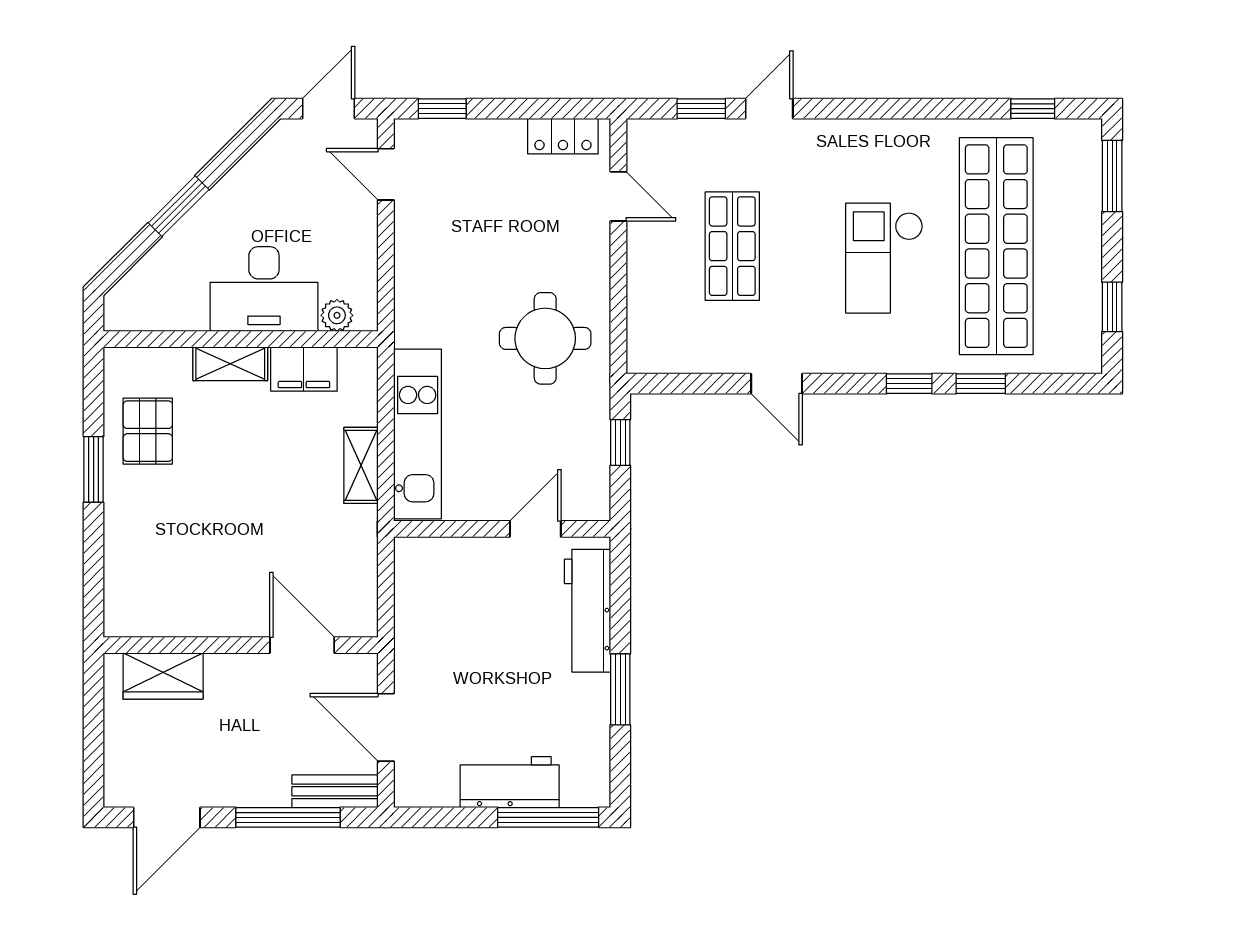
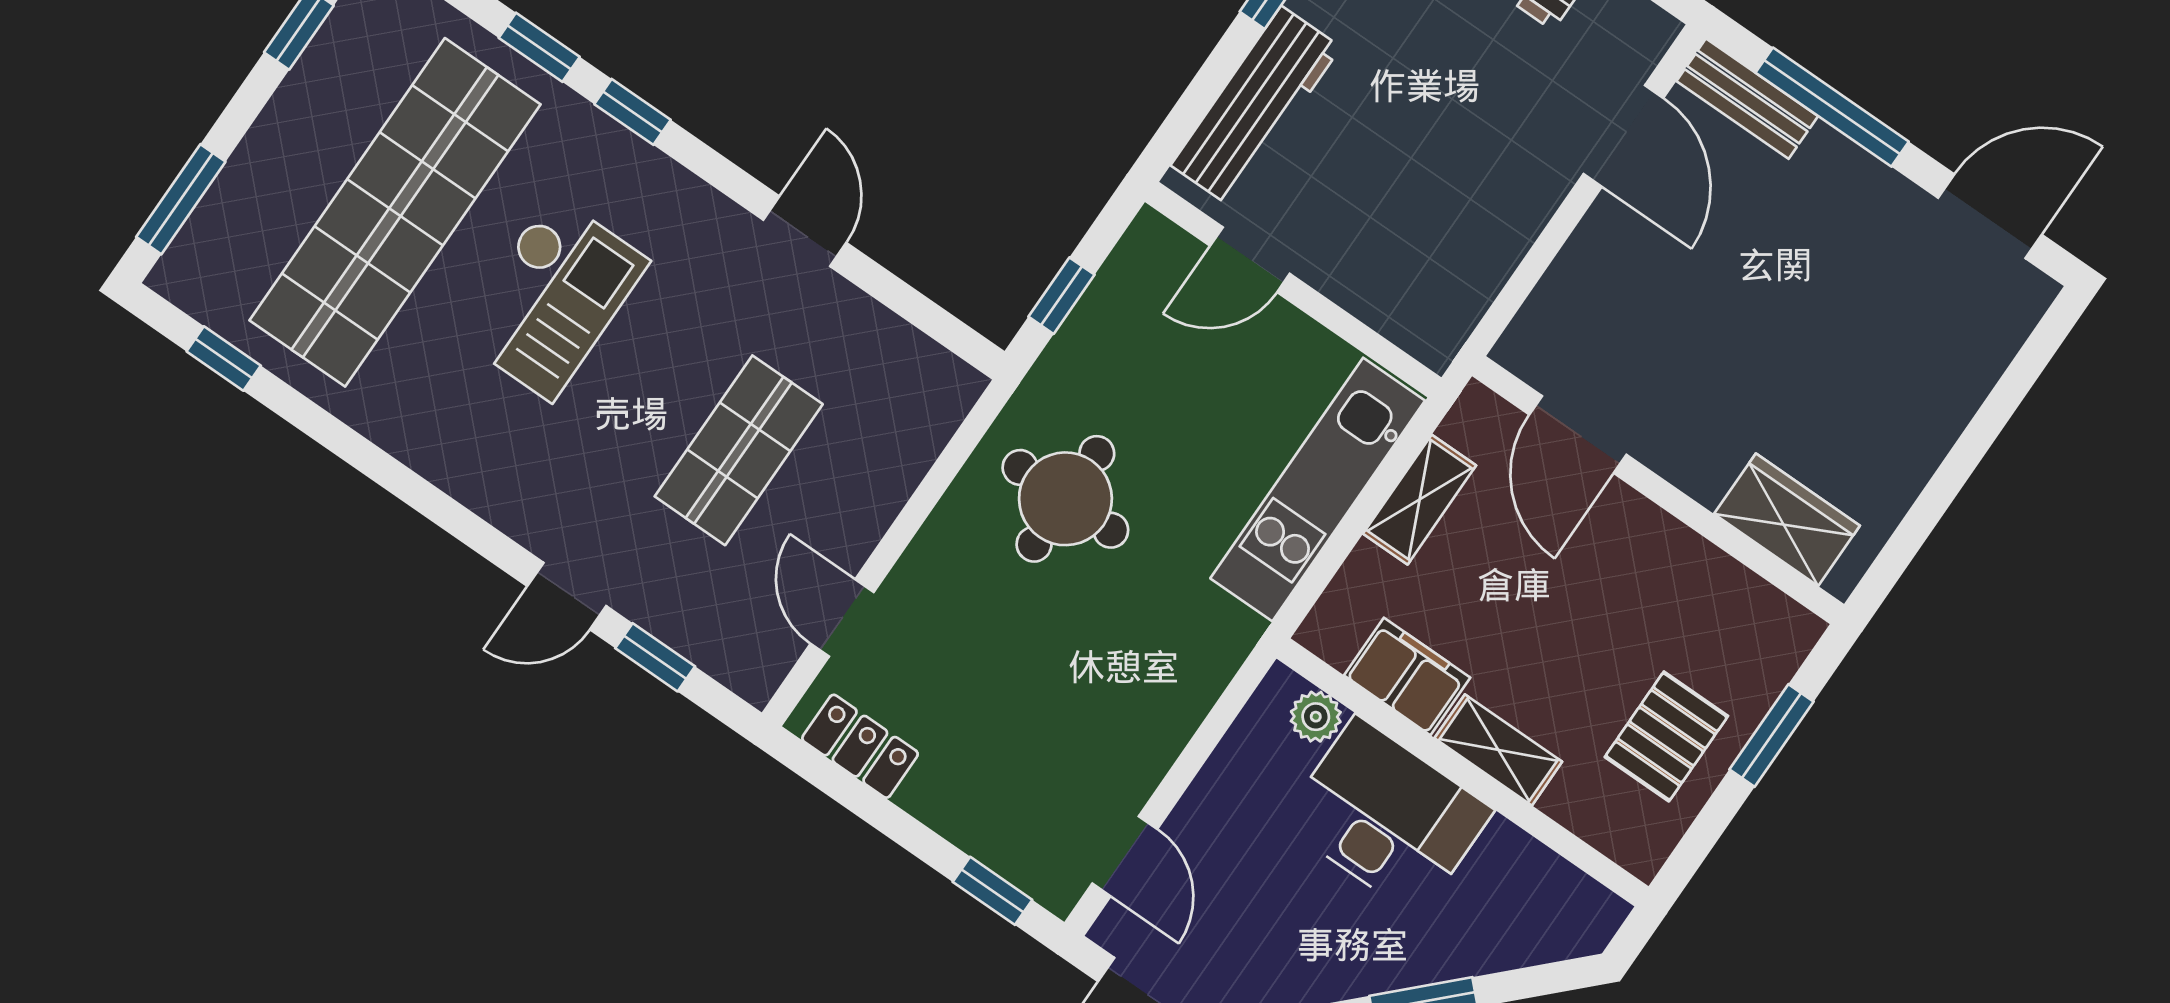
wall: (241, 645) -> (1658, 490), moved
door: (302, 645) -> (1578, 435), moved
wardrobe: (163, 676) -> (1787, 520), moved

